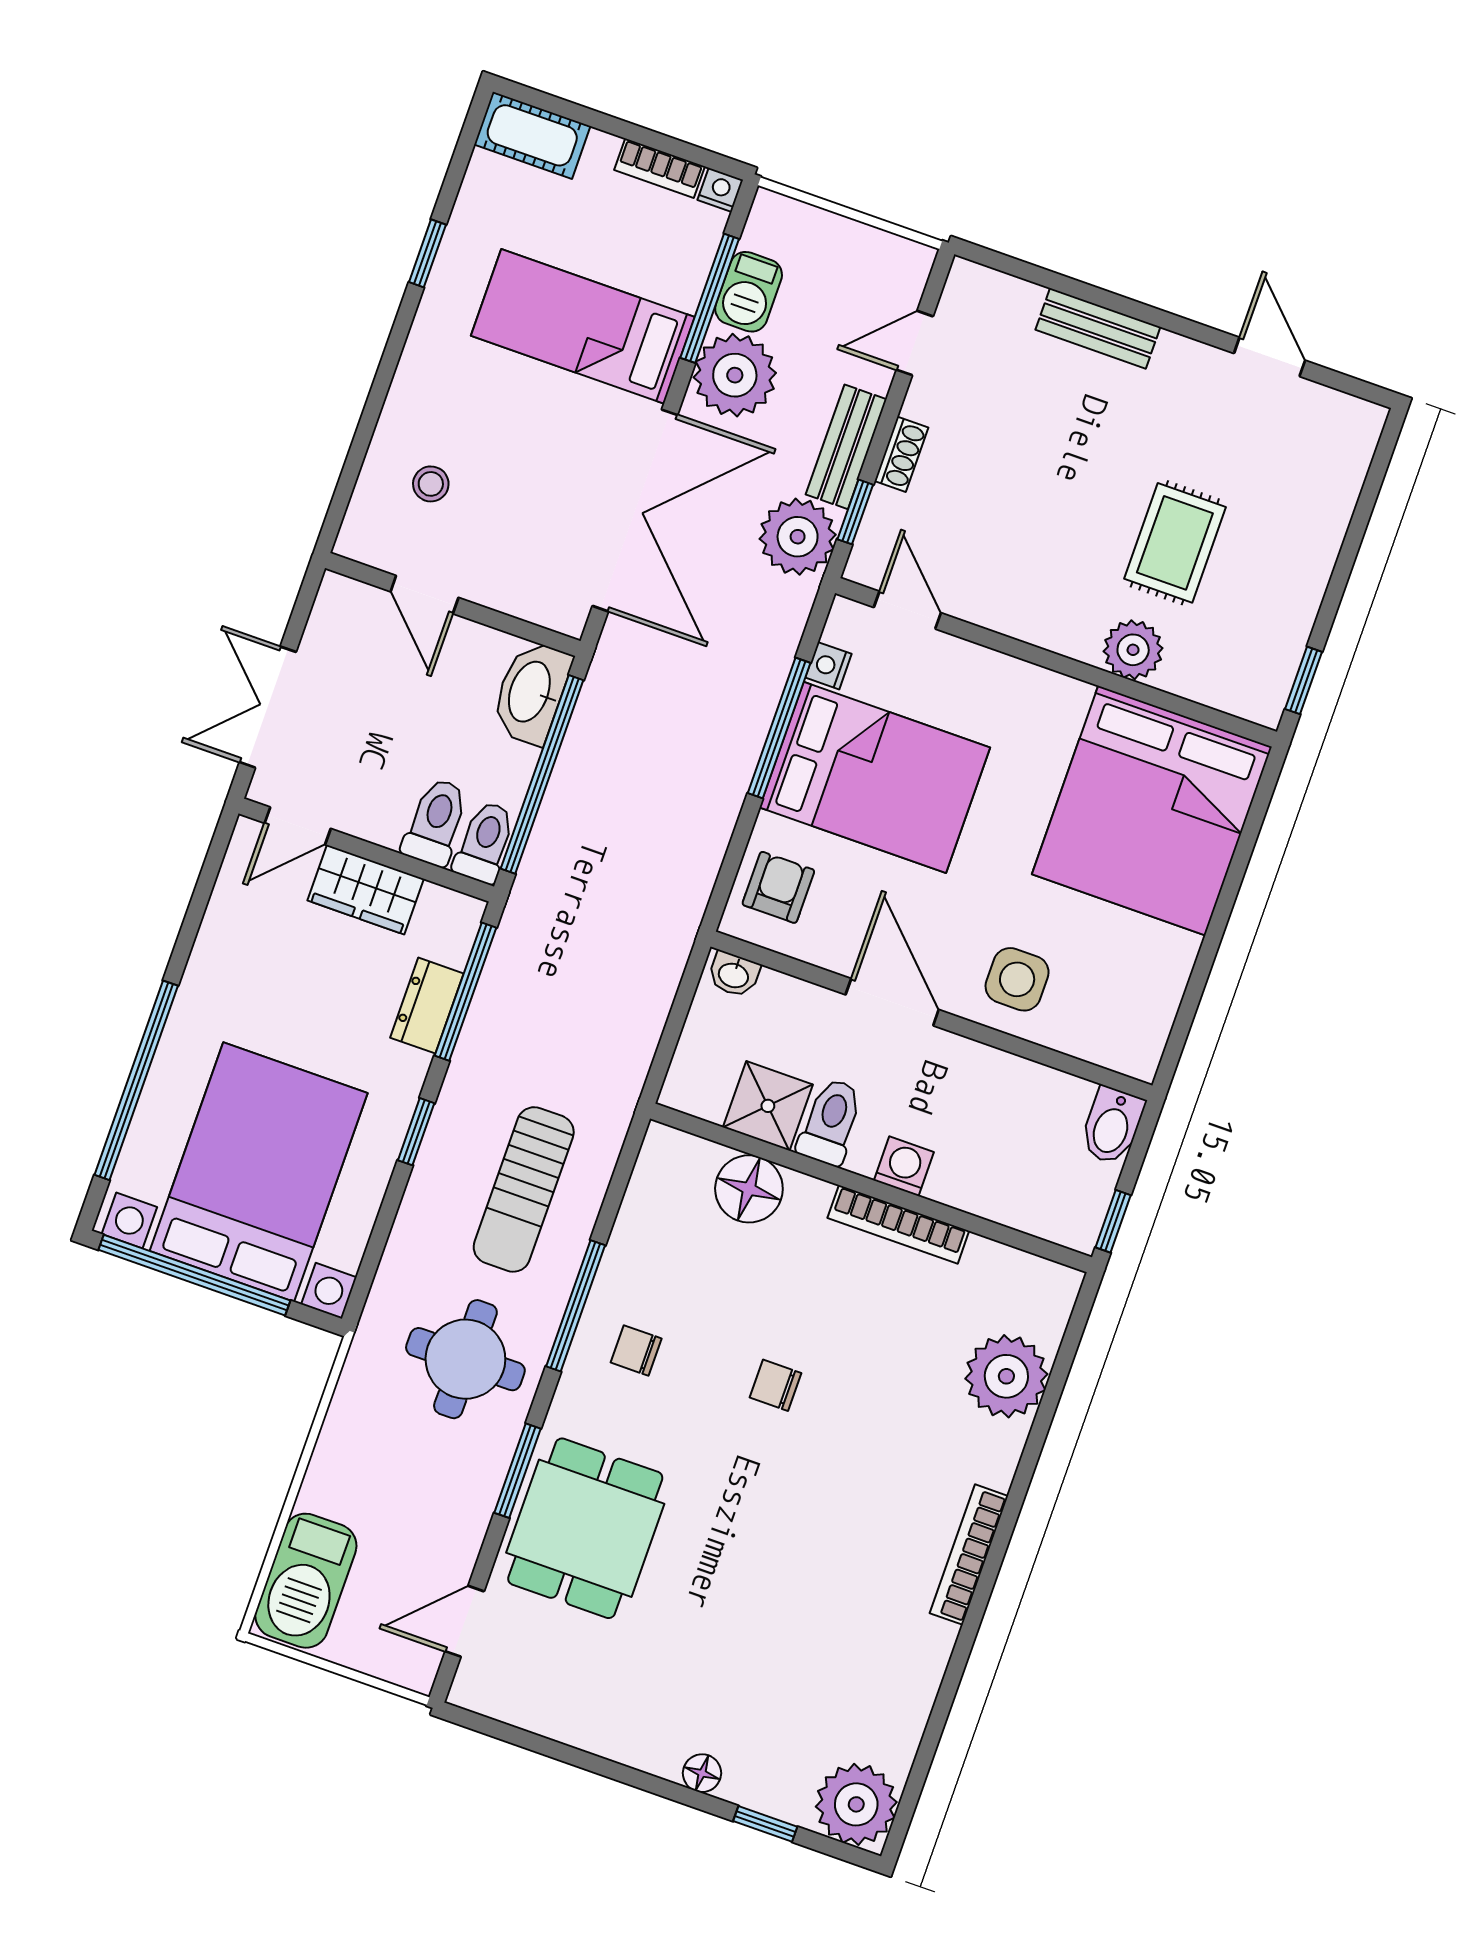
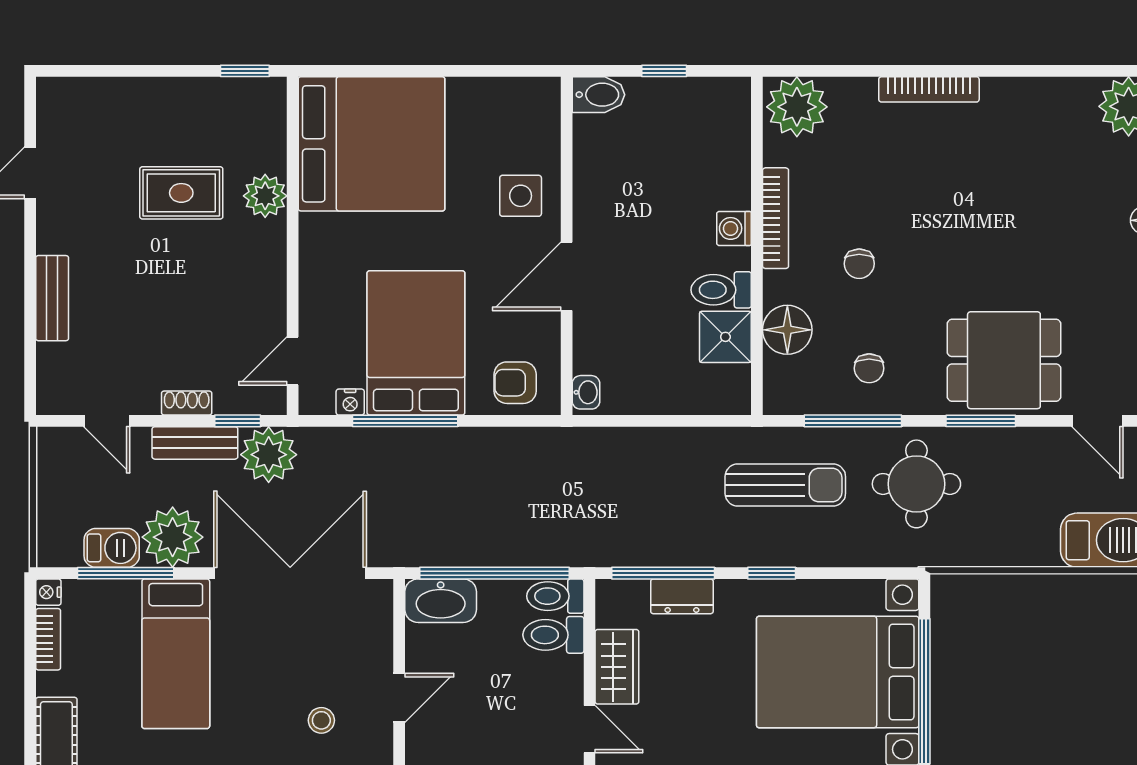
shower: (768, 1106) -> (725, 337), moved
toilet: (831, 1122) -> (721, 290), moved
washing machine: (904, 1166) -> (734, 228), moved
wall: (871, 1188) -> (757, 246), moved
floor lamp: (749, 1189) -> (787, 330), moved
bookcase: (898, 1224) -> (776, 218), moved

